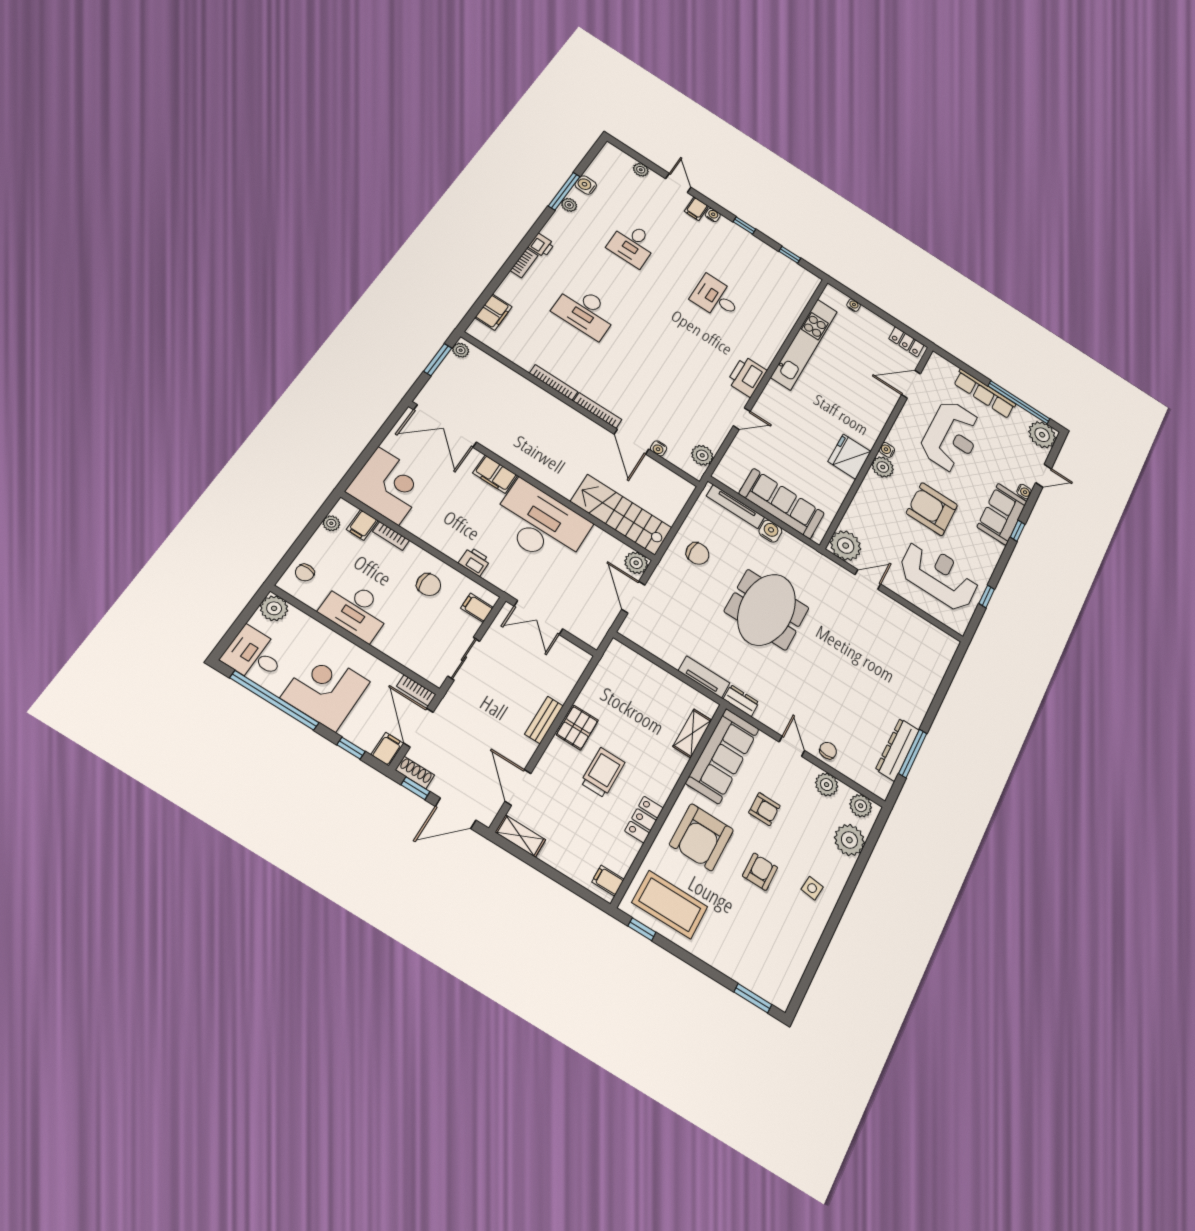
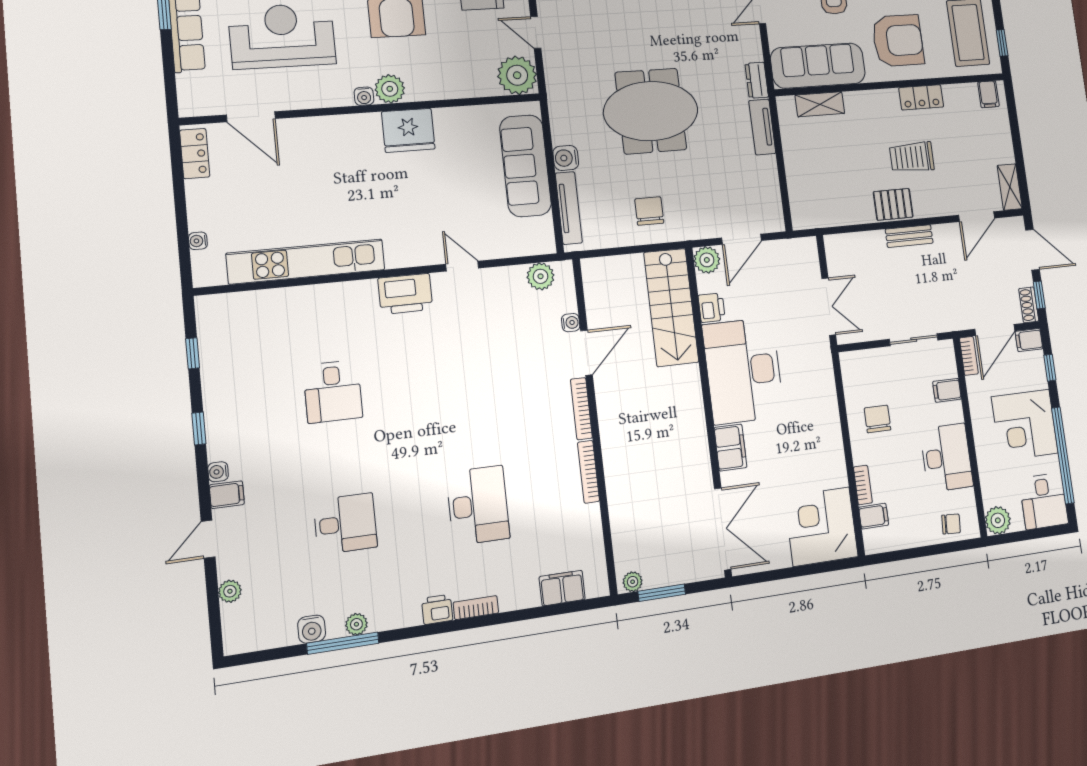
plant: (331, 523) -> (894, 542), removed
printer: (475, 561) -> (712, 308), moved, turned 180
filing cabinet: (477, 608) -> (947, 390), moved, turned 90

